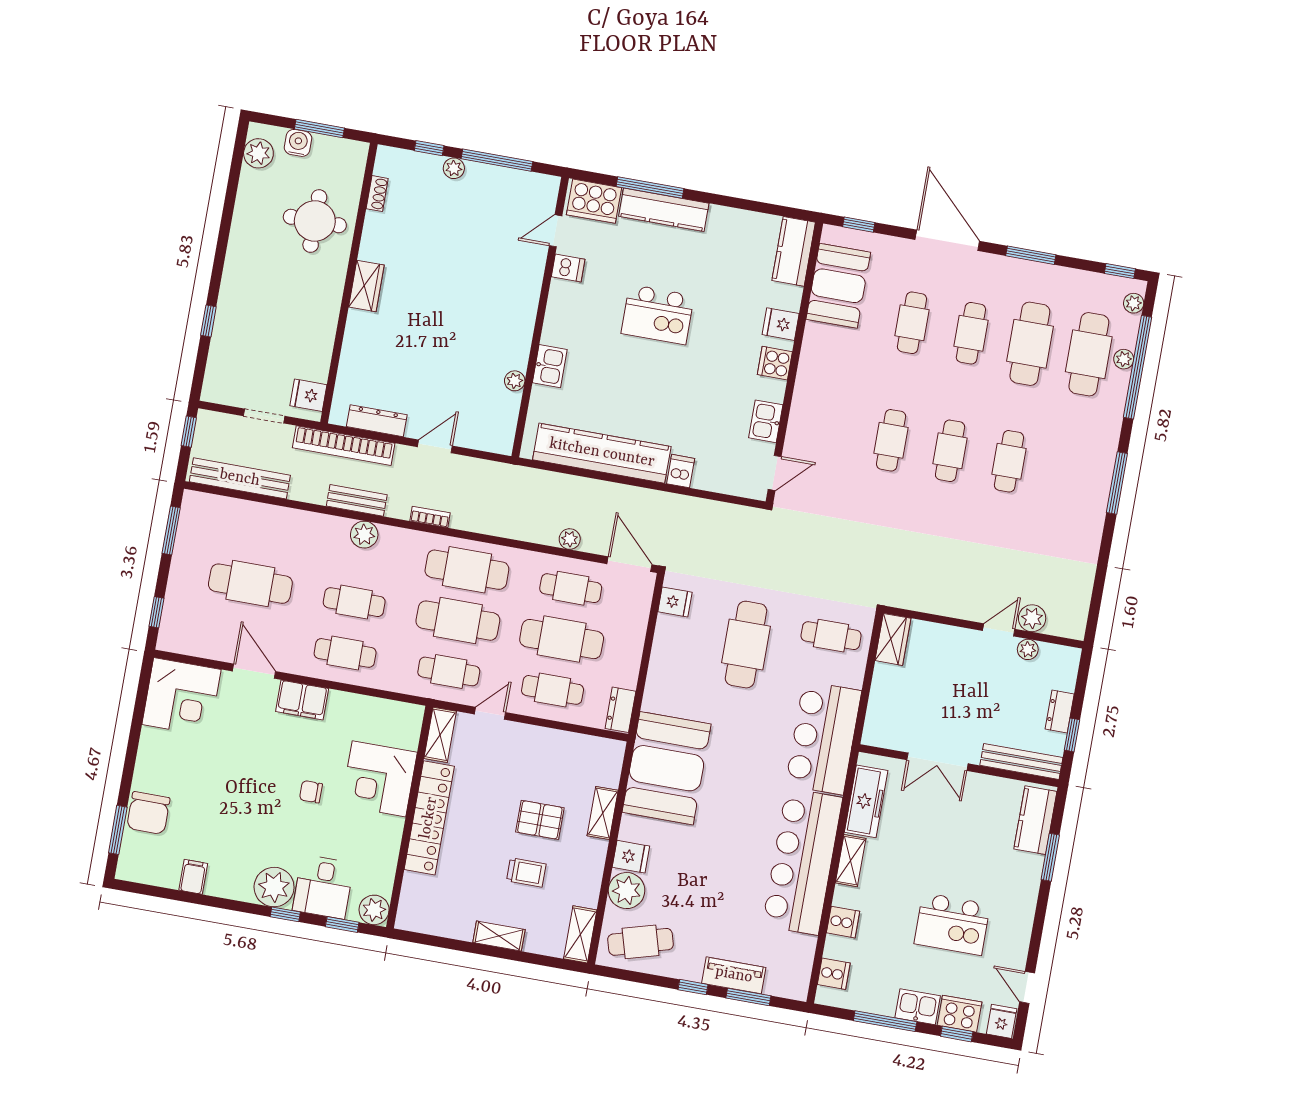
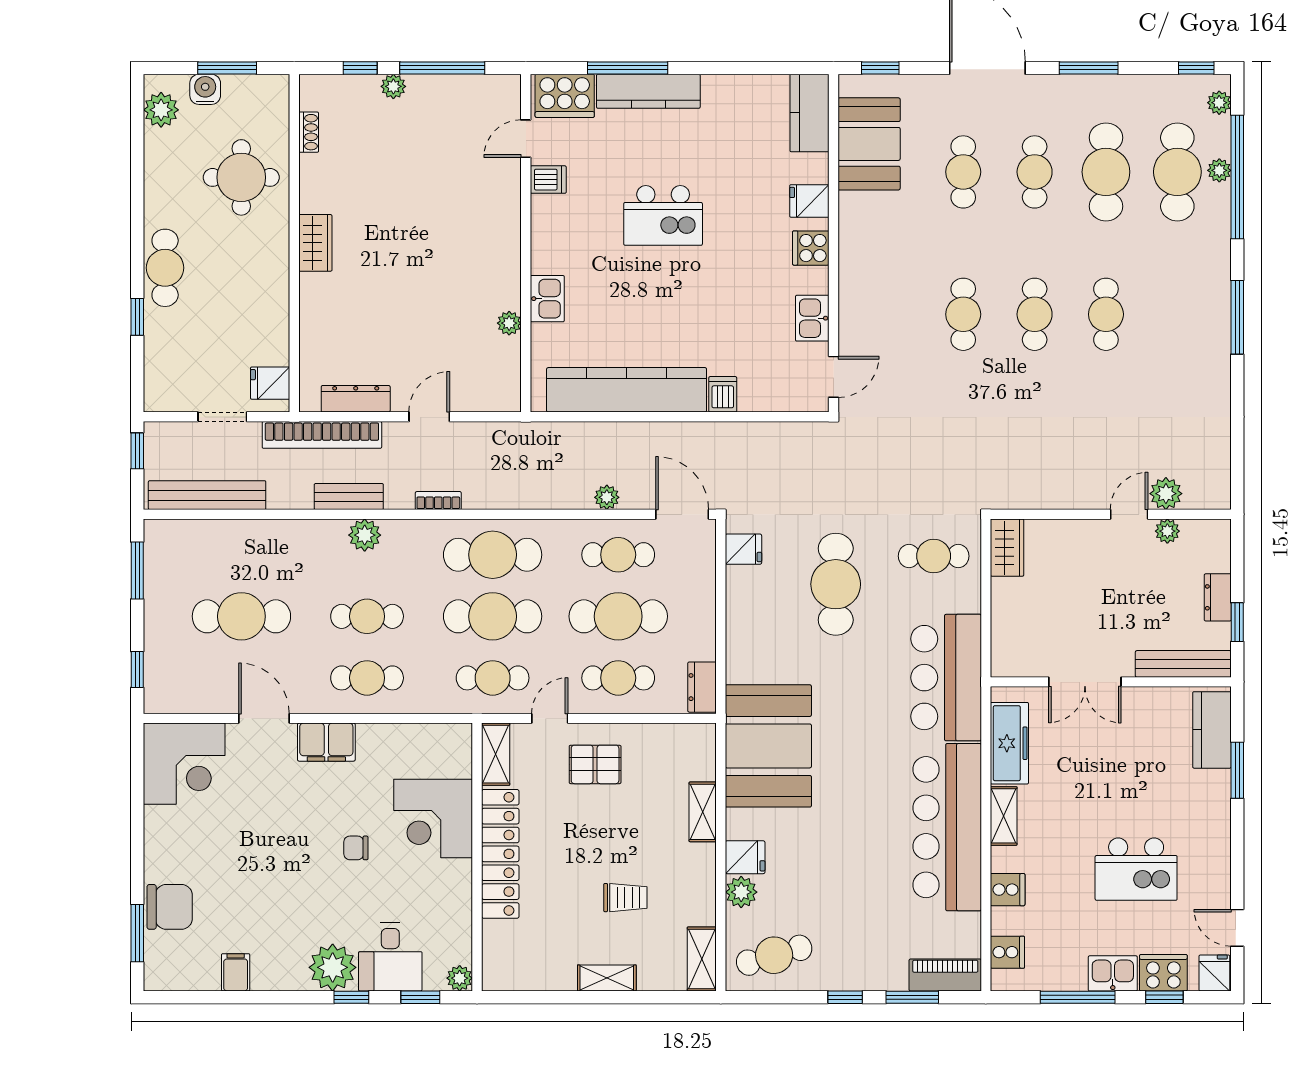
cafe table: (239, 284) -> (165, 268), added
chair: (148, 813) -> (170, 907), turned -90
pallet: (540, 820) -> (595, 764), moved
plant: (627, 891) -> (741, 892), width x0.73, depth x0.73
plant: (374, 910) -> (460, 978), width x0.73, depth x0.73
piano: (734, 975) -> (945, 975), moved

